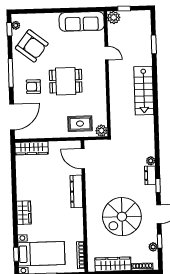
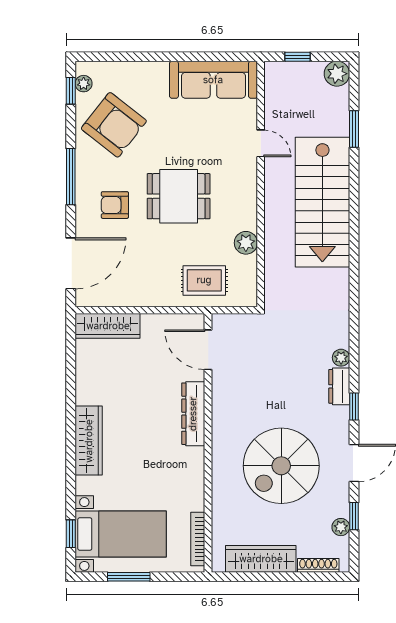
plant: (114, 17) -> (337, 74), moved
stairs: (144, 91) -> (322, 202), width x1.36, depth x1.51
plant: (101, 131) -> (246, 243), moved
wardrobe: (24, 213) -> (89, 441), width x1.50

